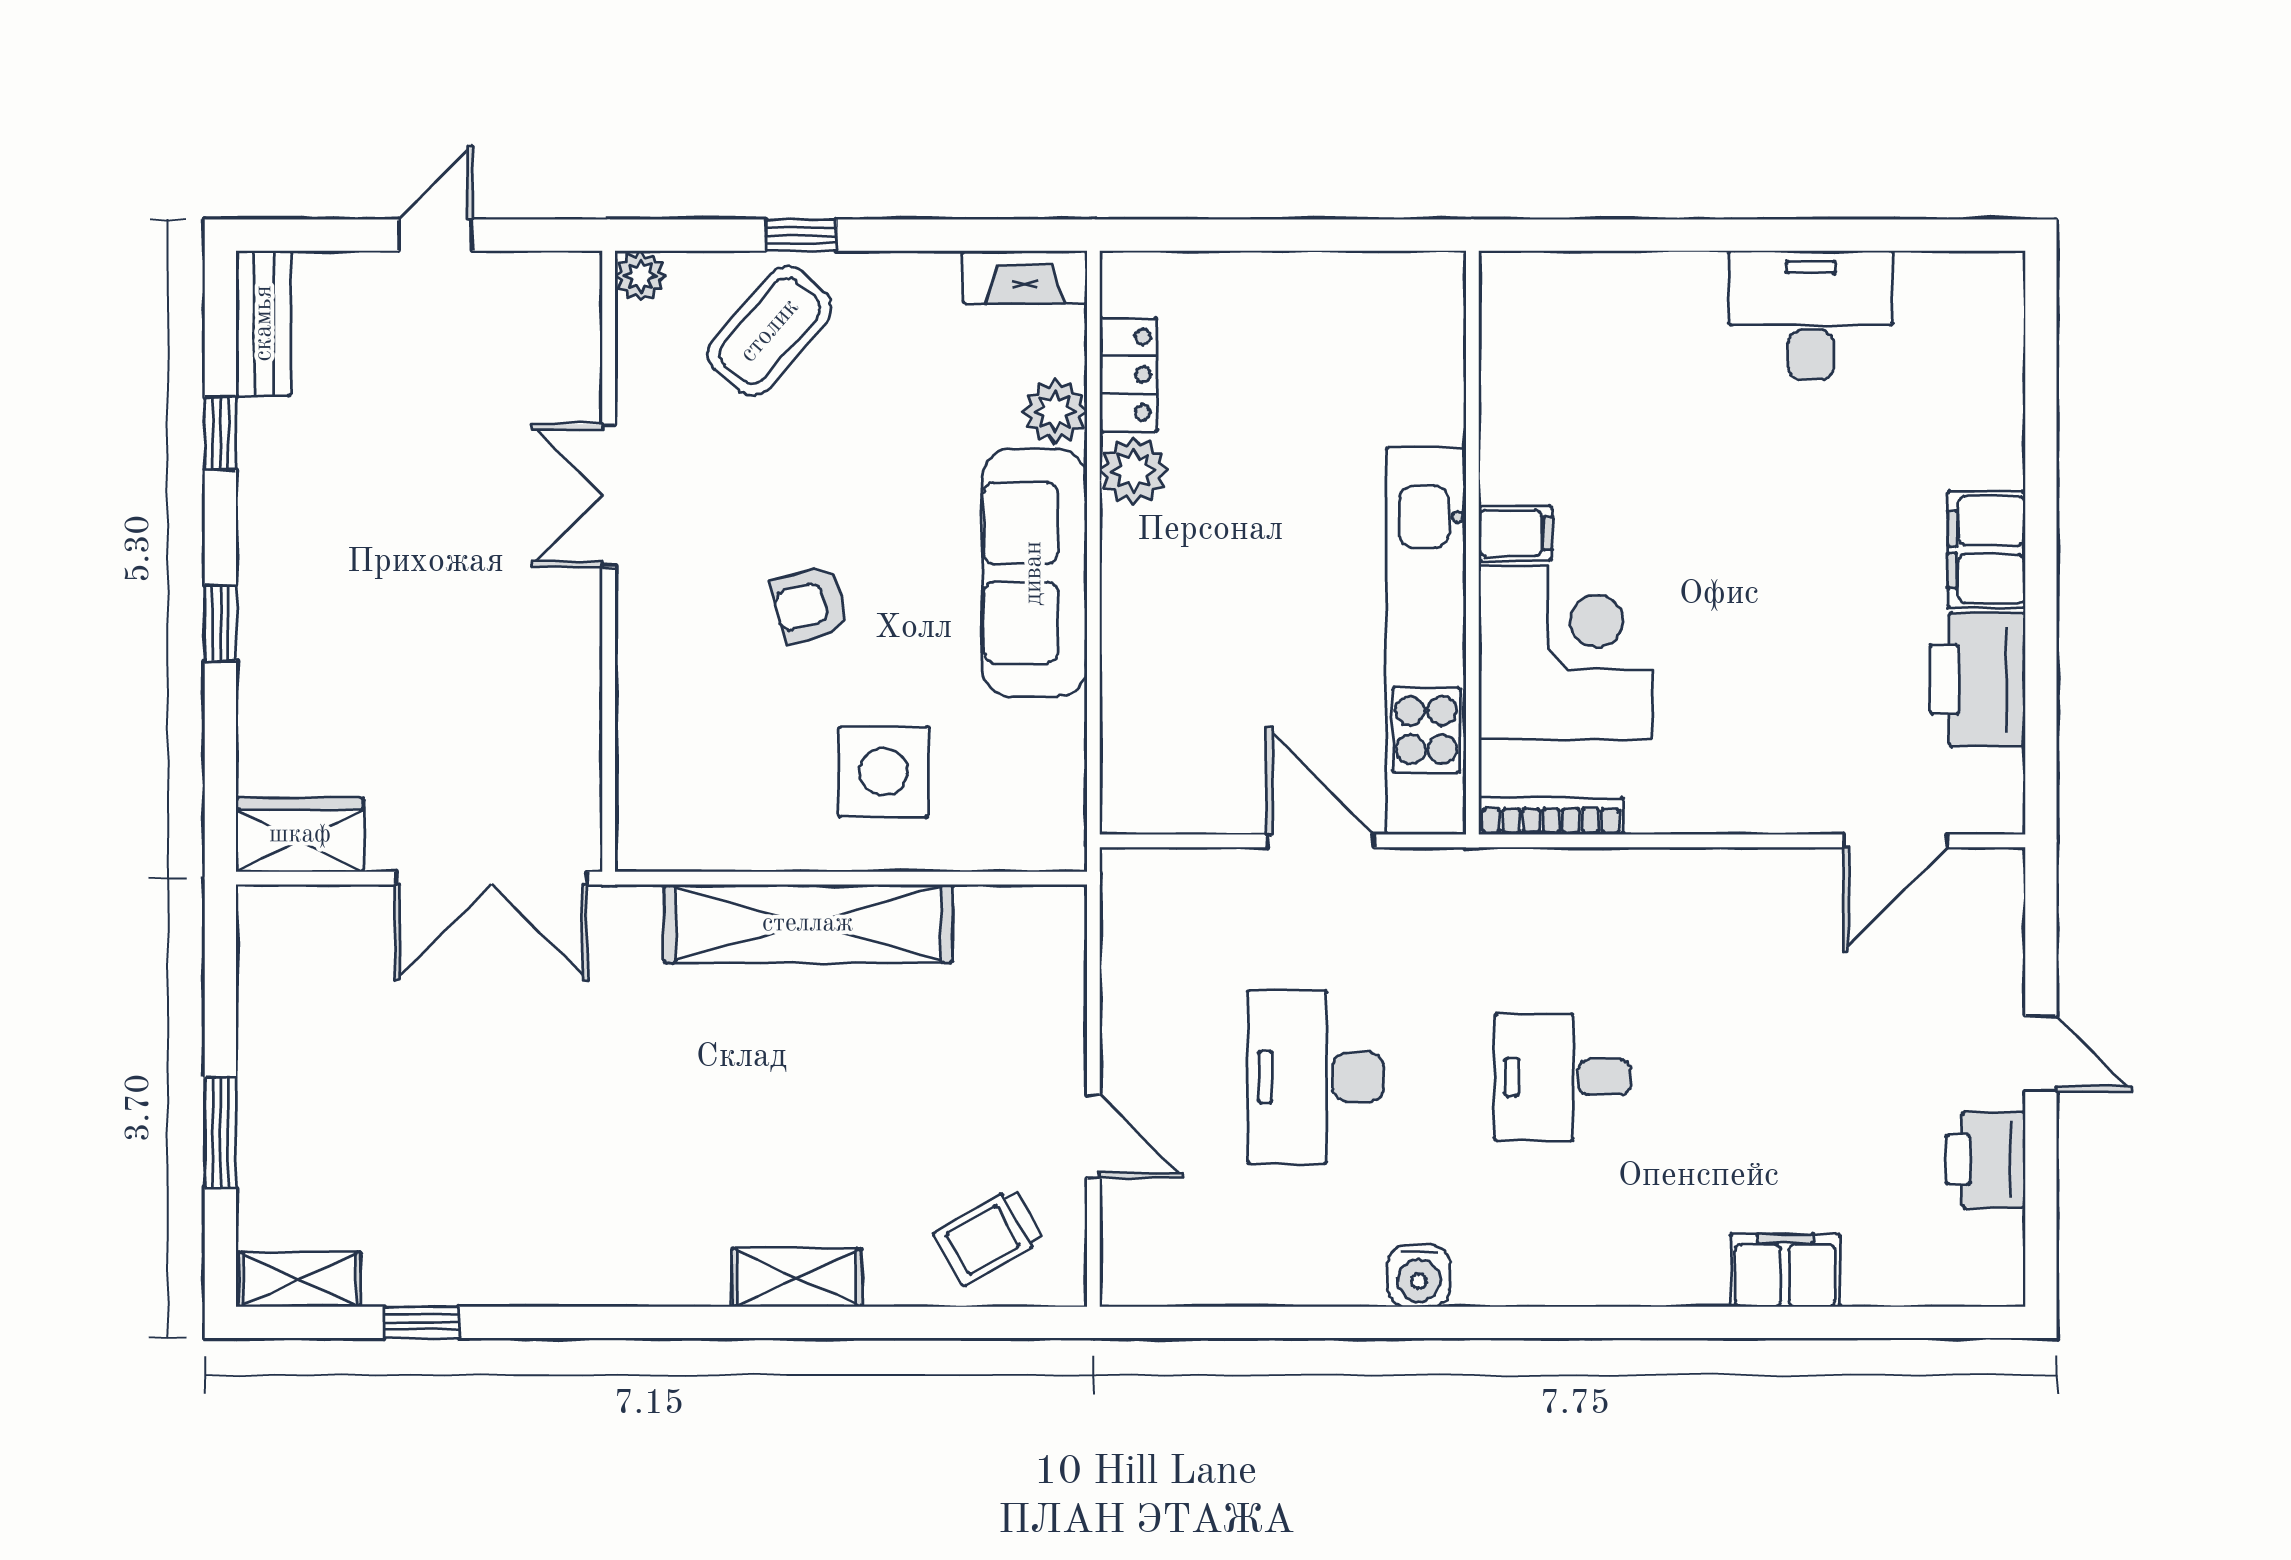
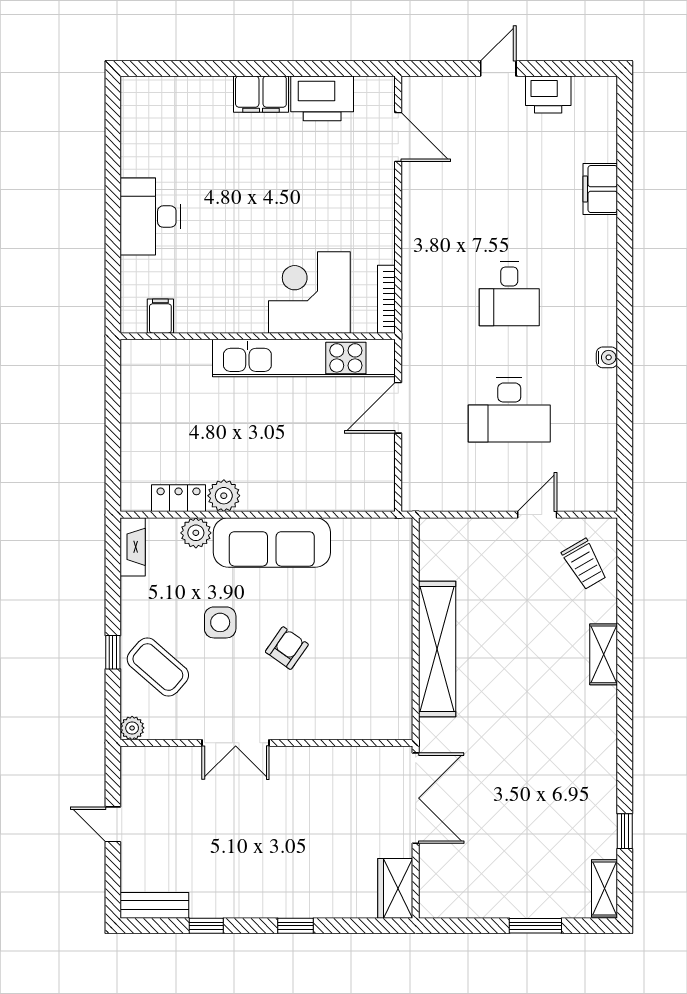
desk: (1811, 315) -> (150, 217), moved
filing cabinet: (1515, 533) -> (160, 316), moved
armchair: (810, 605) -> (287, 648), turned -130
side table: (883, 772) -> (220, 622), moved, width x0.73, depth x0.73
water cooler: (1419, 1276) -> (607, 357), width x0.72, depth x0.72

